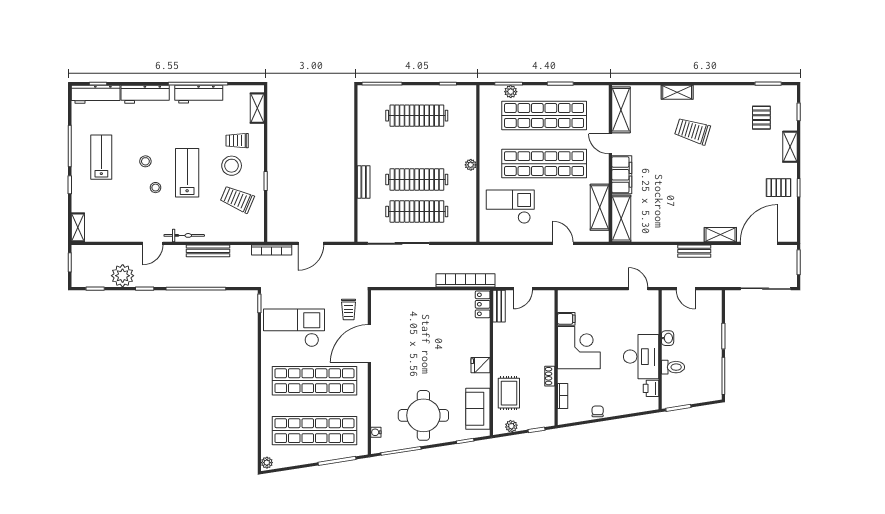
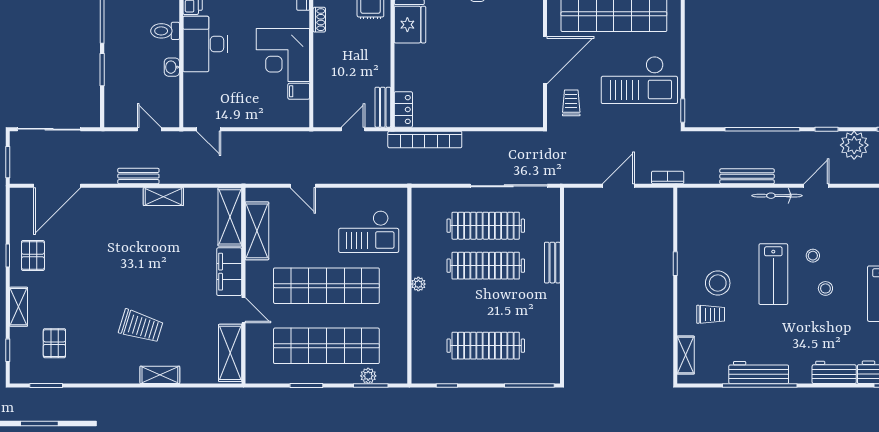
workbench: (145, 94) -> (834, 372), width x0.73
pallet: (779, 188) -> (33, 256), turned 90
trolley: (237, 199) -> (711, 241), removed
shelving: (720, 235) -> (163, 197), moved
bookcase: (272, 250) -> (668, 177), width x0.64
fridge: (481, 365) -> (410, 25), width x1.88, depth x1.34

